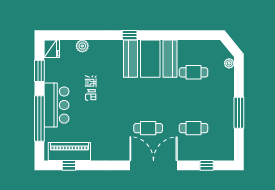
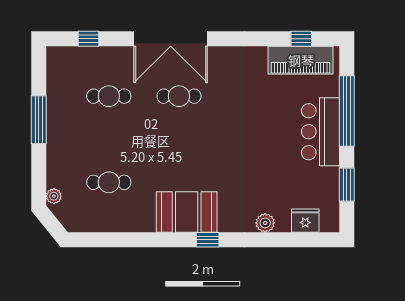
plant: (82, 46) -> (265, 223), moved
fridge: (52, 49) -> (305, 221), moved, turned 90
booth: (150, 59) -> (187, 212), width x0.73, depth x0.70

